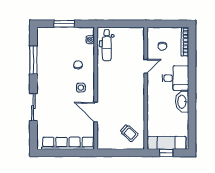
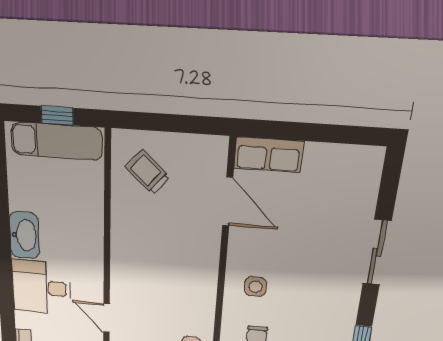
door: (146, 66) -> (107, 318), hinge flipped
door: (96, 112) -> (228, 202), moved
row of seats: (68, 143) -> (268, 155), width x0.50

